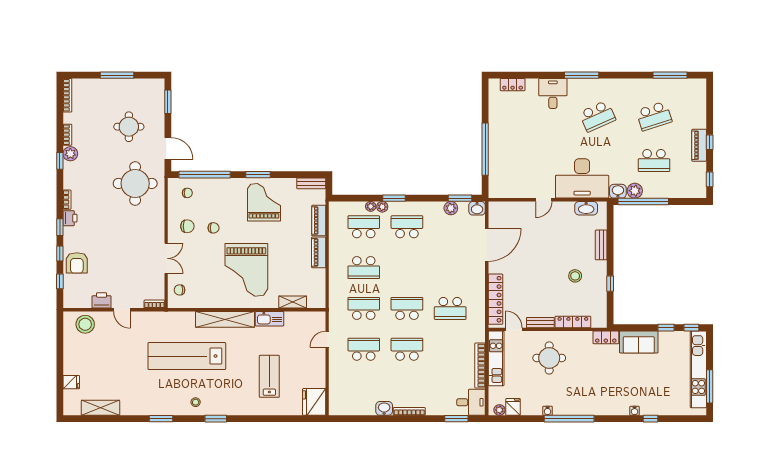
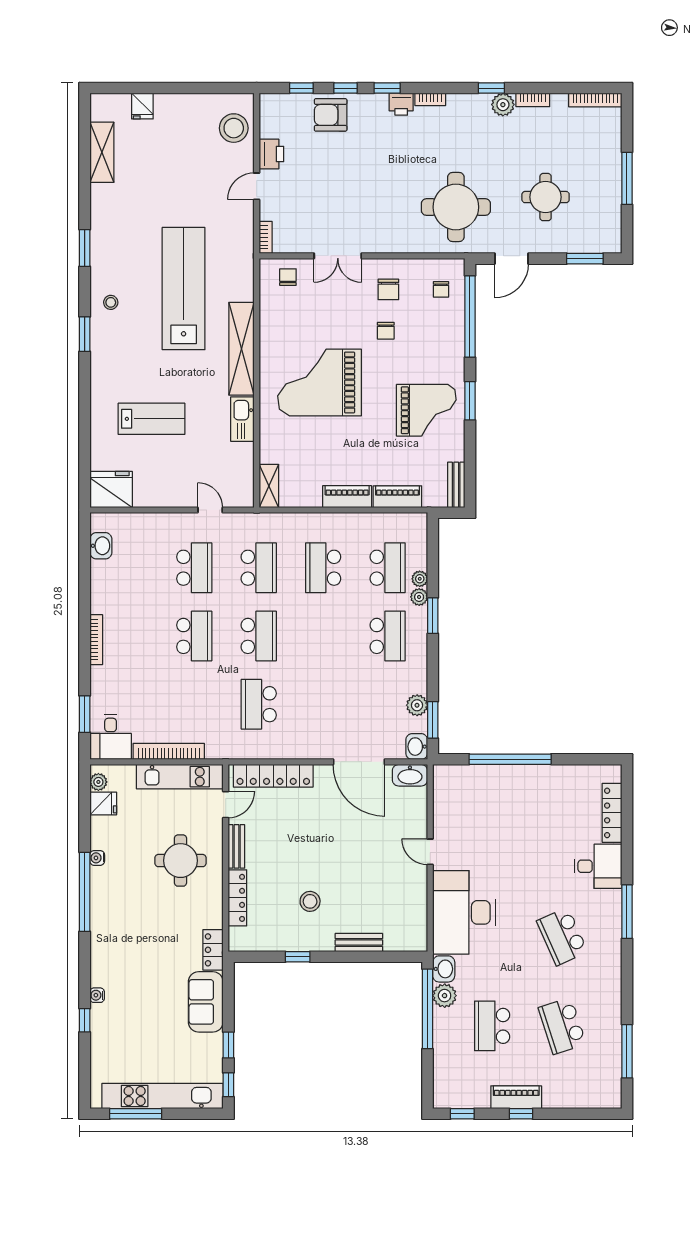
locker: (513, 85) -> (612, 813), width x1.53
washbasin: (586, 208) -> (410, 775), moved, turned -90
shelving: (293, 302) -> (269, 486), moved
washbasin: (384, 408) -> (101, 546), moved

